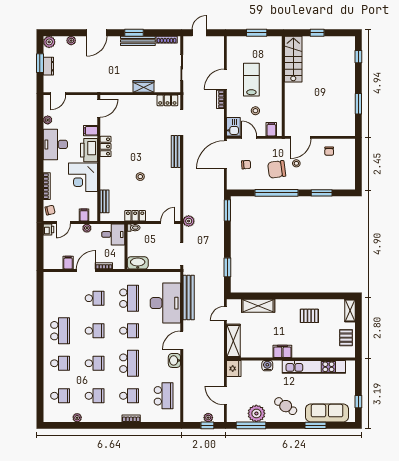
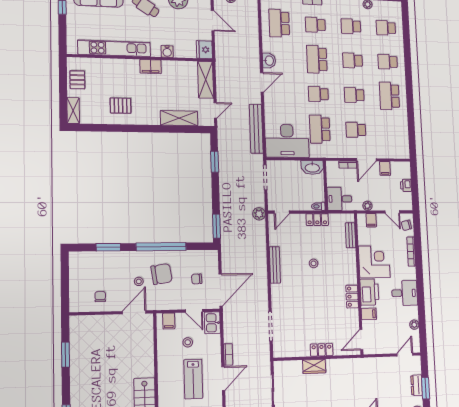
locker: (167, 100) -> (322, 350), moved
desk: (55, 144) -> (405, 293), width x0.73
bench: (176, 152) -> (275, 265), moved
door: (63, 223) -> (392, 212), swing flipped
printer: (48, 230) -> (406, 185), moved
desk: (165, 303) -> (287, 141), moved, turned -90

